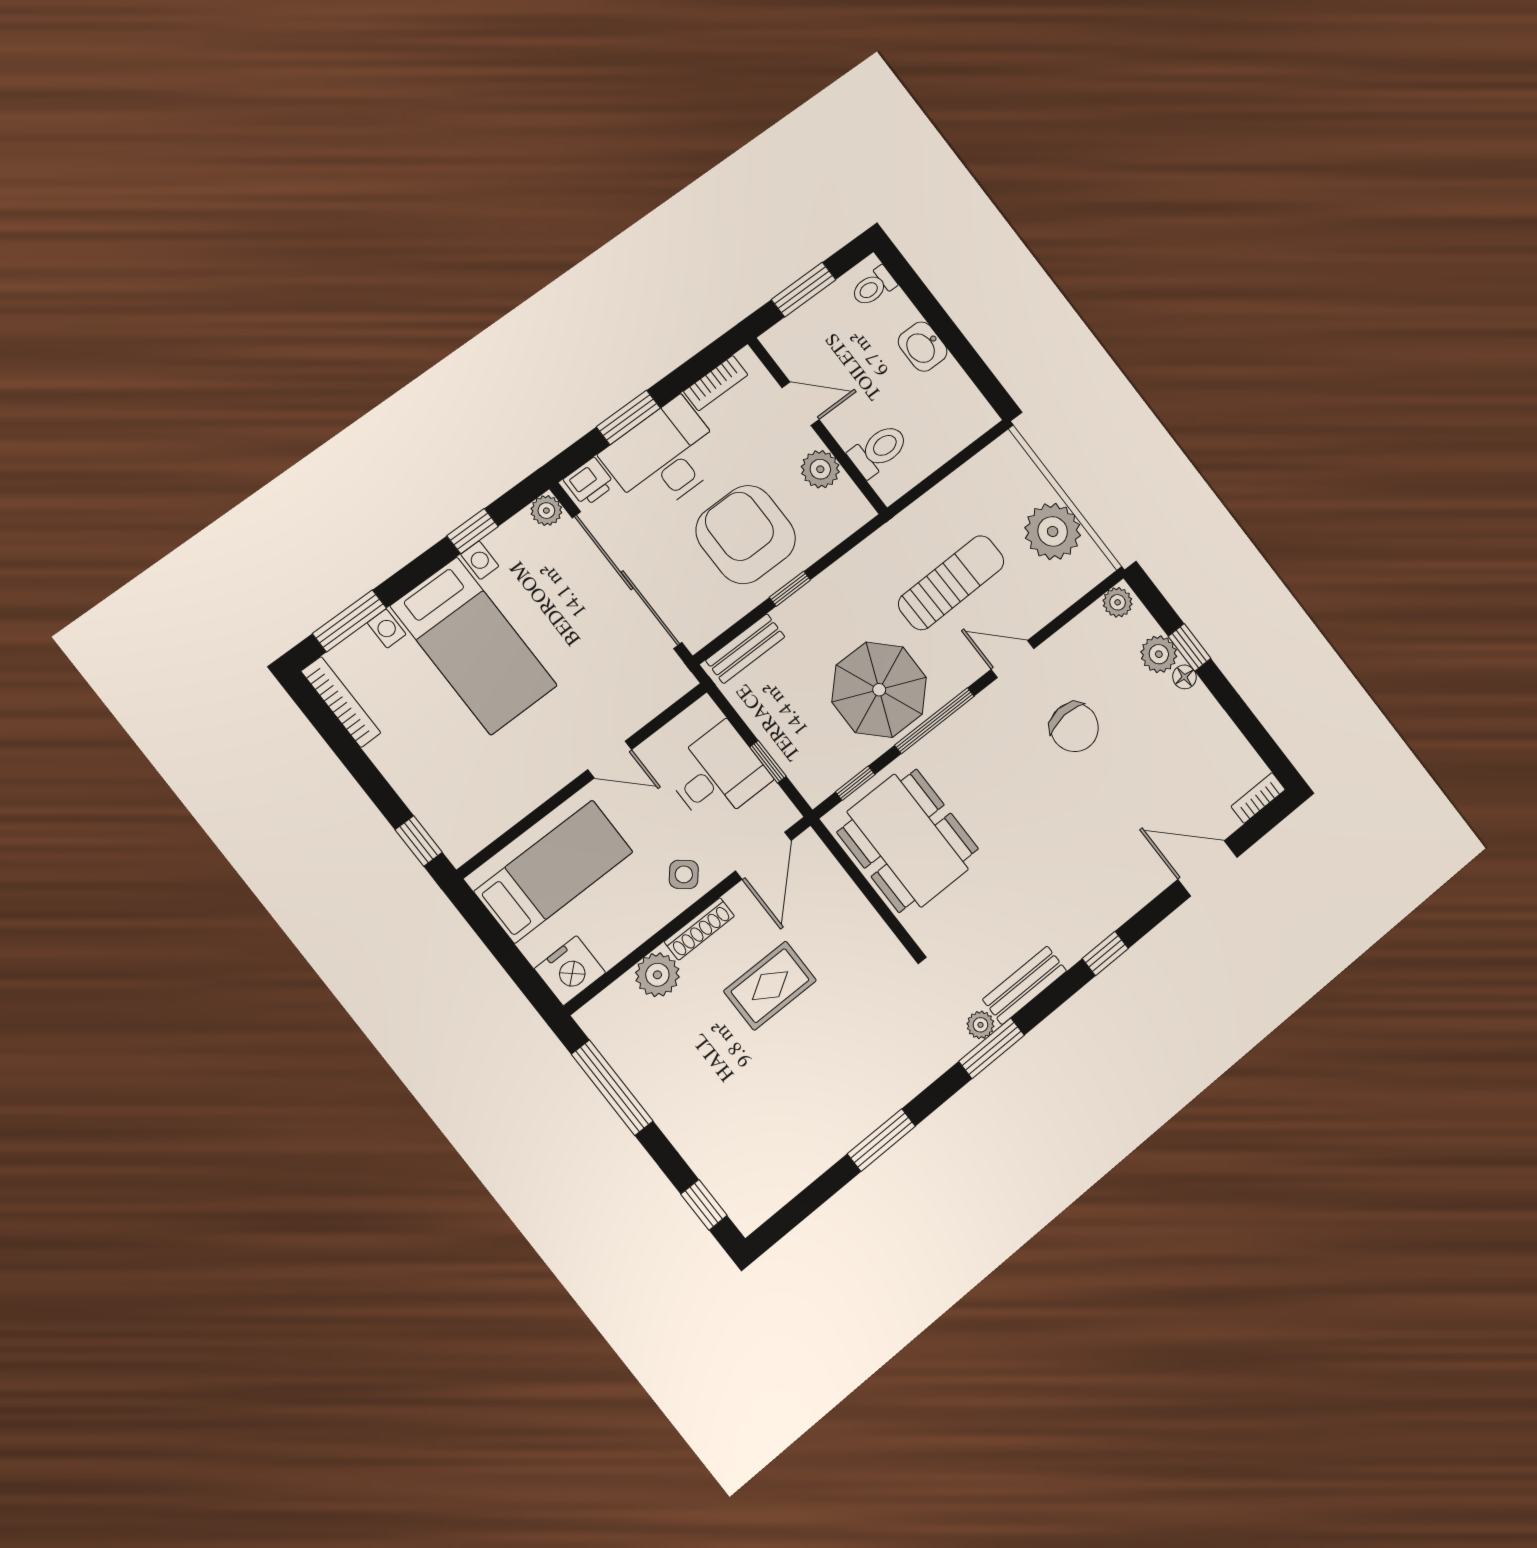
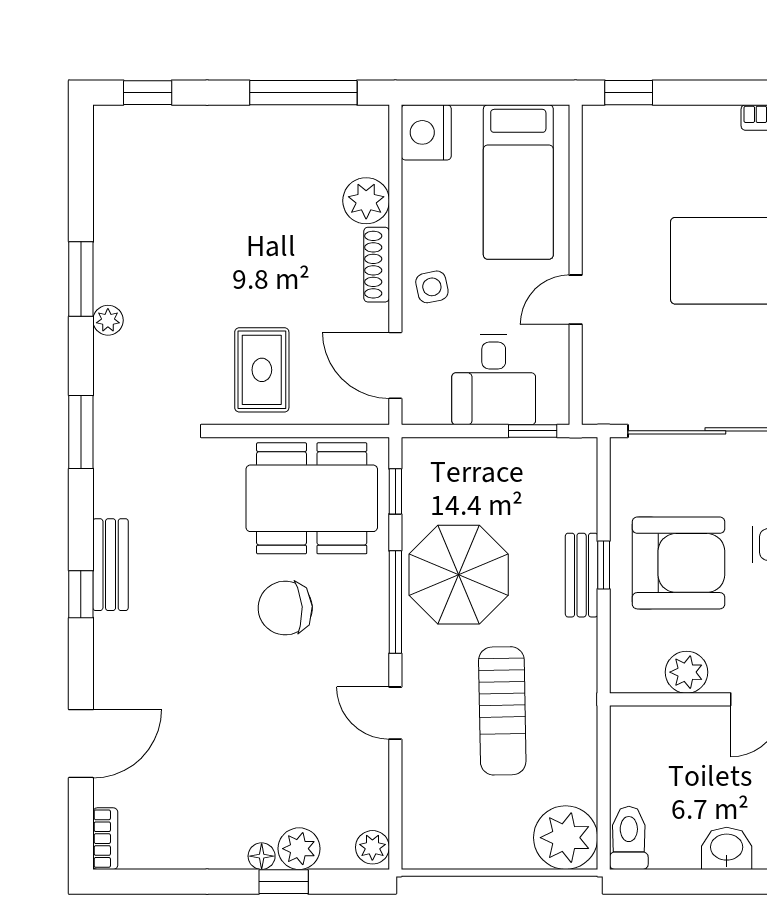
toilet: (879, 450) -> (629, 838), moved, turned 180
plant: (1053, 531) -> (566, 838), moved
bench: (745, 649) -> (582, 575), moved
door: (1013, 659) -> (395, 713), swing flipped
chair: (1074, 727) -> (285, 608), moved
window: (768, 762) -> (533, 431), moved
side table: (684, 874) -> (432, 287), turned 38
bench: (1025, 985) -> (111, 565), moved
rug: (770, 986) -> (262, 370), moved
plant: (980, 1025) -> (108, 320), moved

